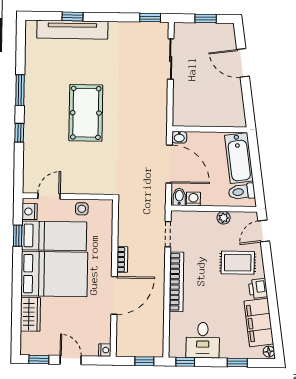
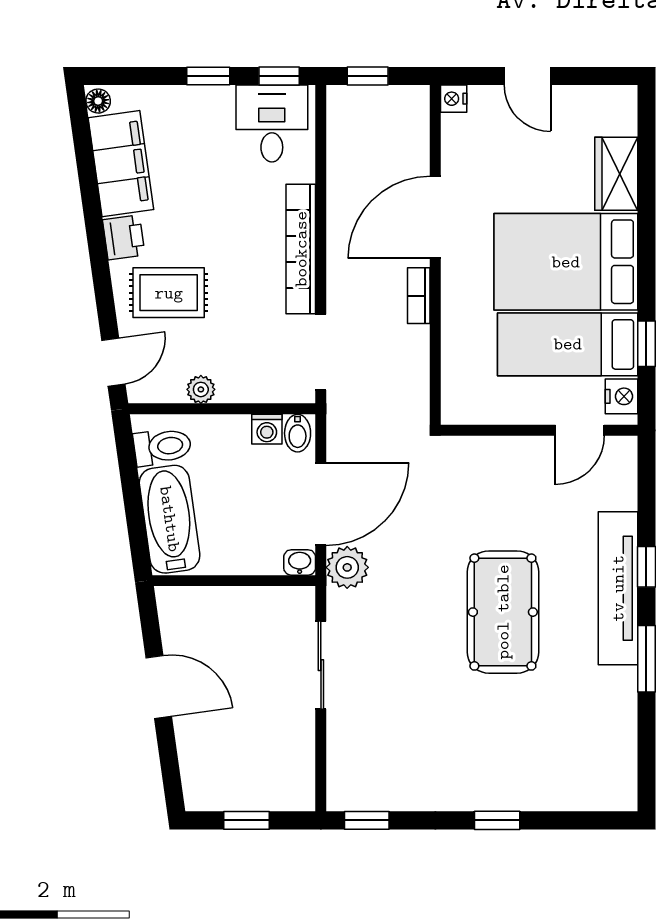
window: (72, 16) -> (497, 820), moved
tv unit: (72, 30) -> (618, 588), moved, turned -90
sliding door: (171, 59) -> (321, 665), moved
door: (243, 63) -> (159, 687), moved
plant: (157, 135) -> (347, 567), added
door: (169, 164) -> (321, 504), swing flipped
side table: (82, 209) -> (508, 404), removed
doorway: (168, 234) -> (321, 352), width x1.38
desk: (203, 340) -> (272, 123), moved
window: (39, 359) -> (596, 76), removed
window: (237, 363) -> (208, 76), moved

